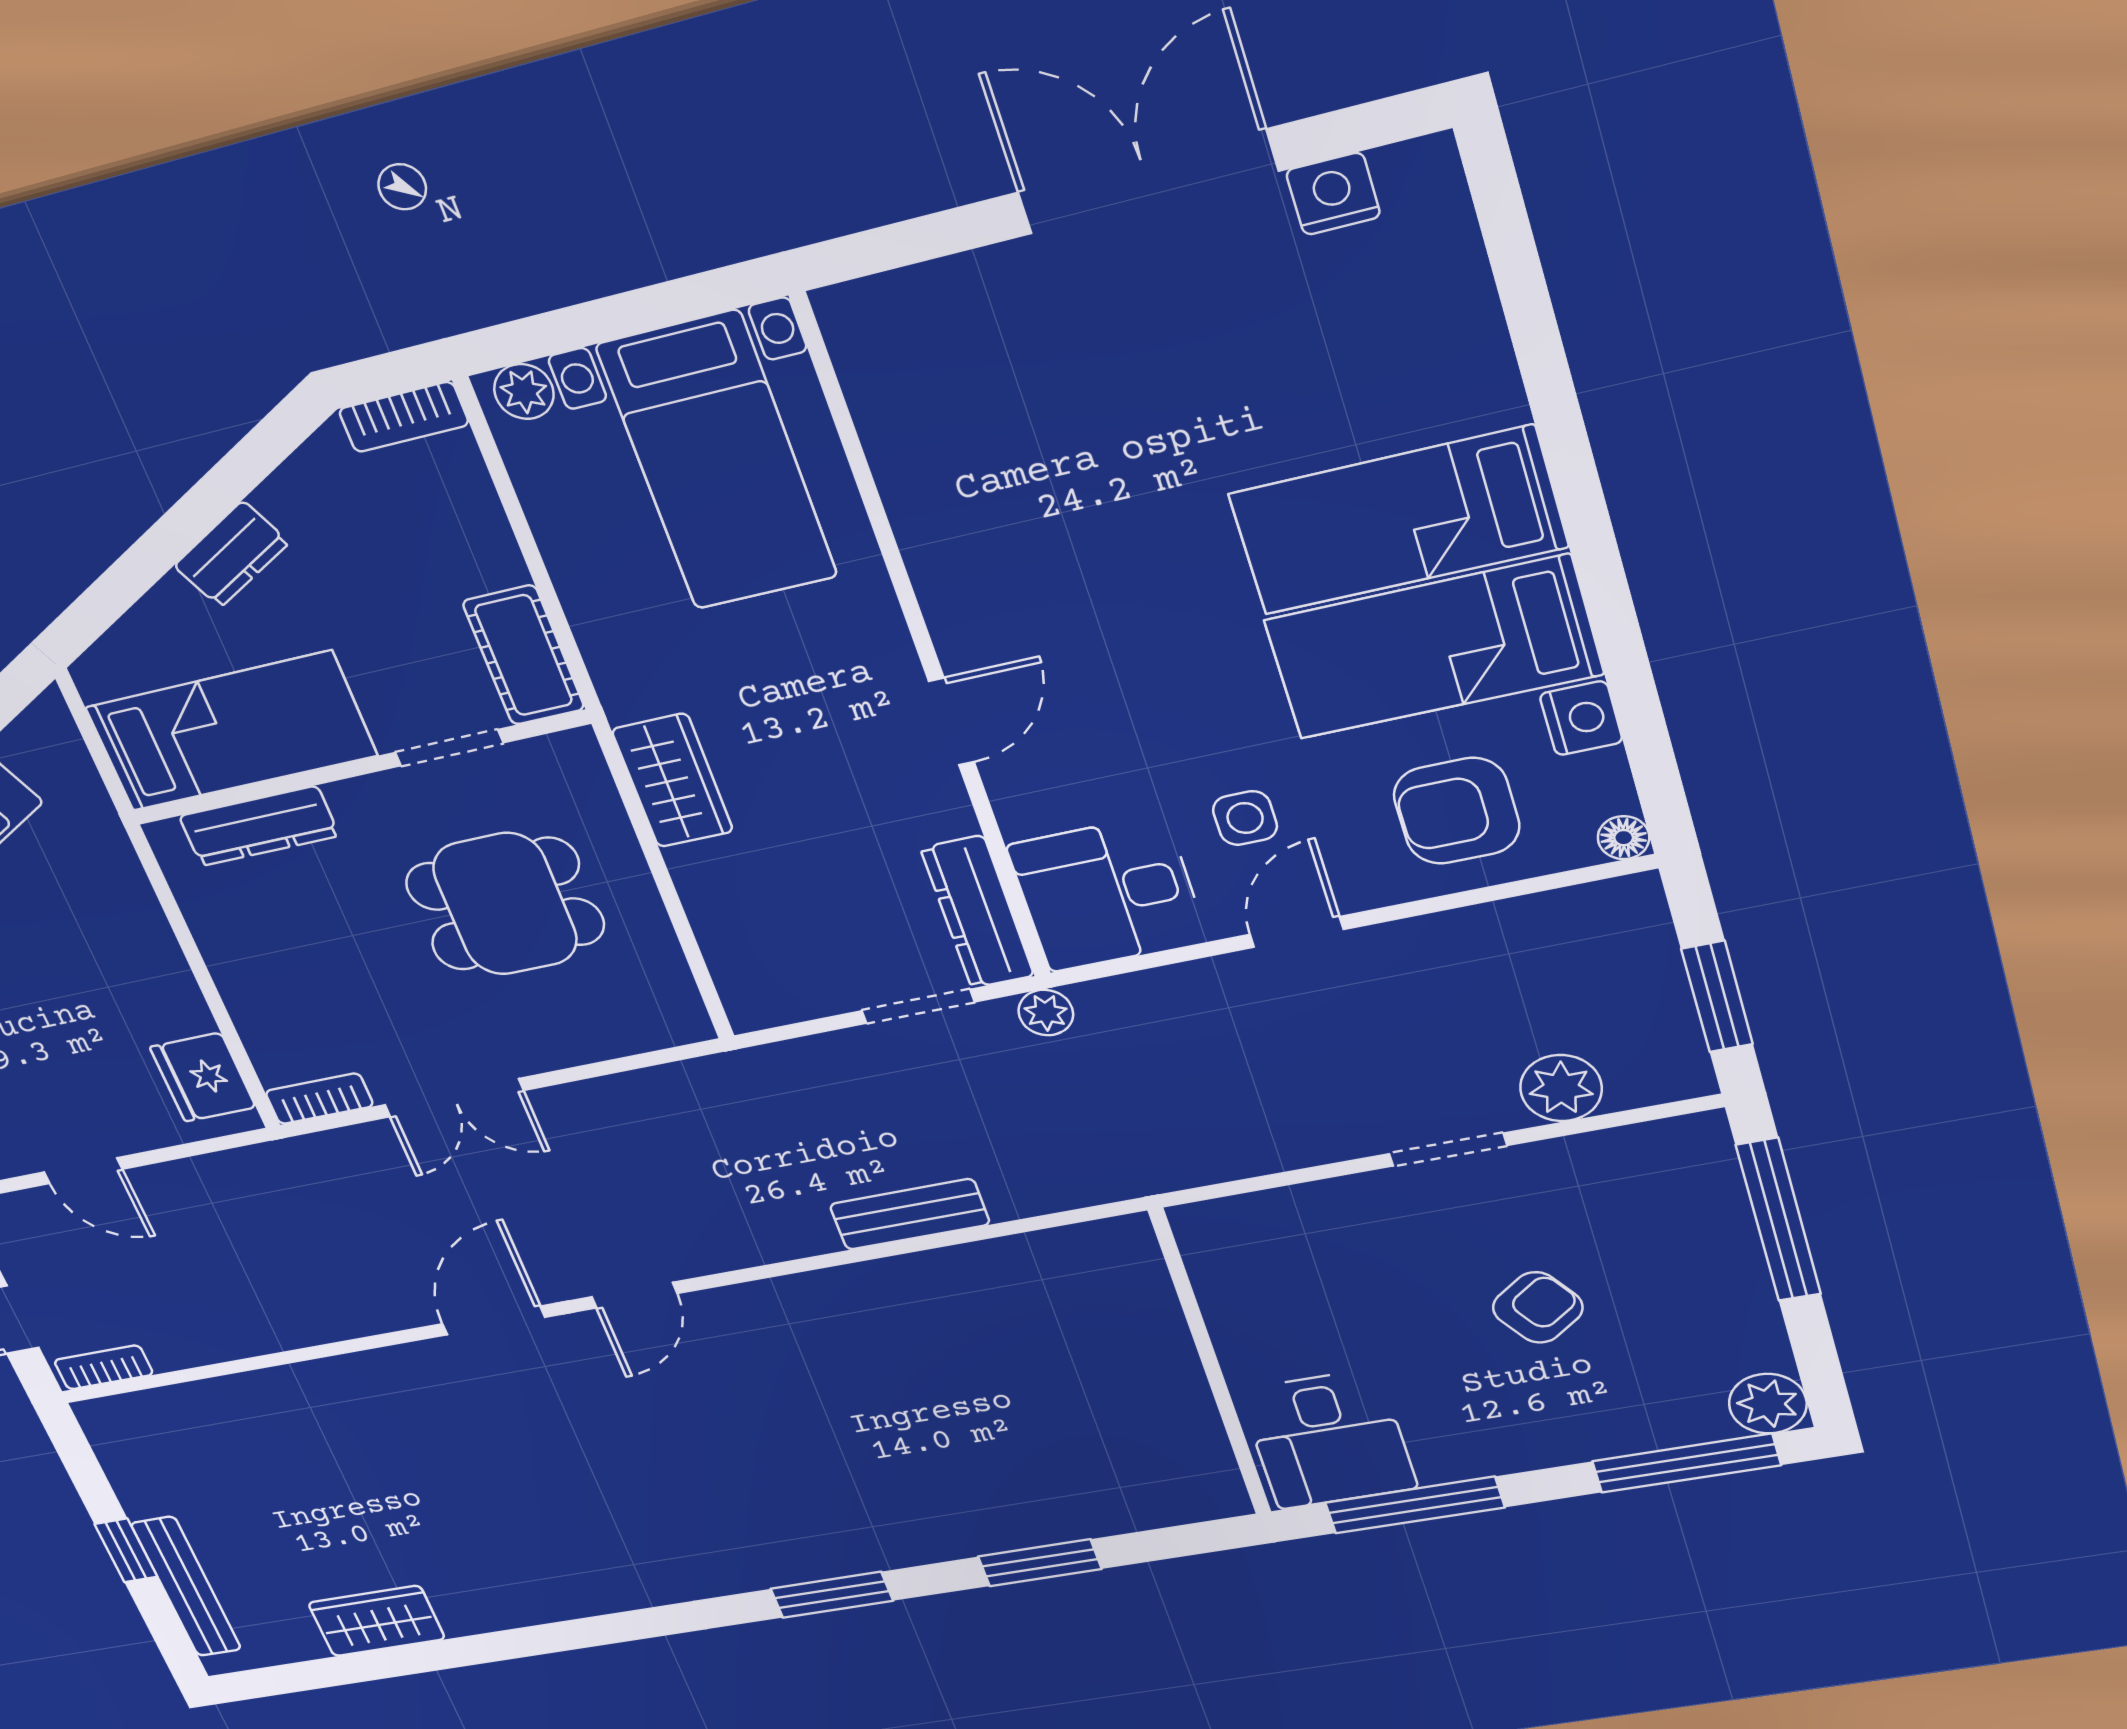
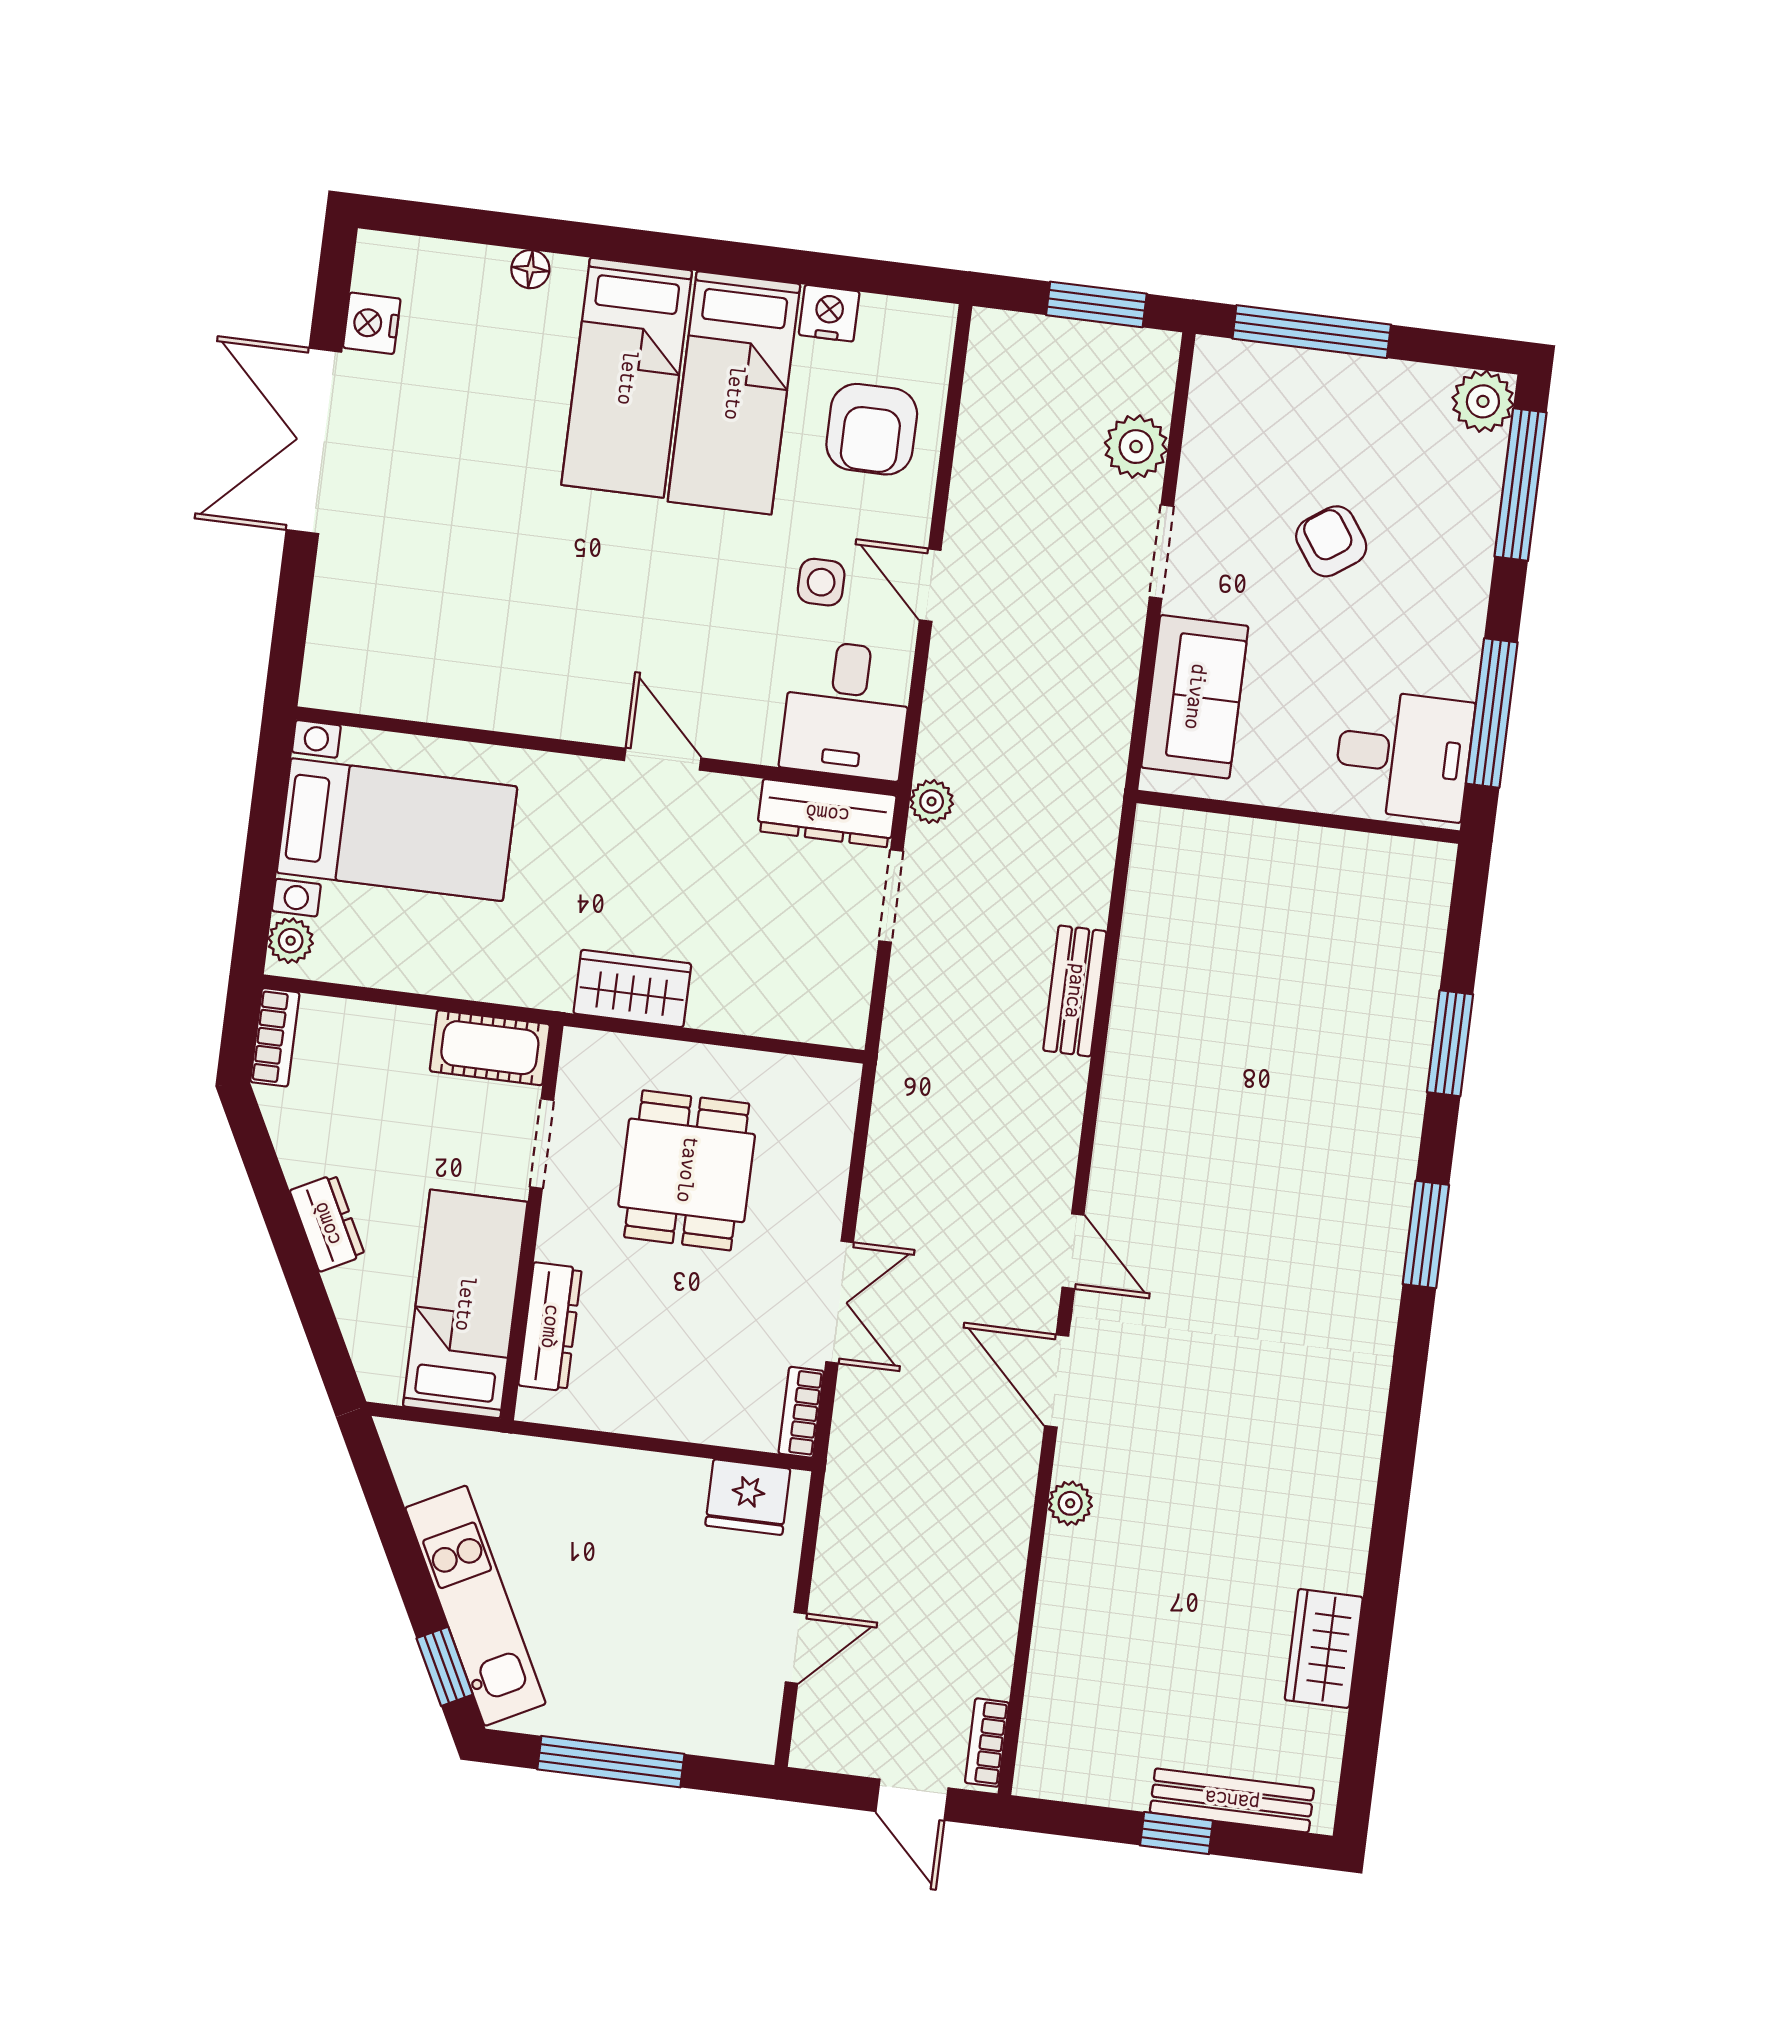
floor lamp: (1624, 838) -> (530, 269), moved
sofa: (1296, 1230) -> (1195, 697), added
plant: (380, 1369) -> (1070, 1503), added

